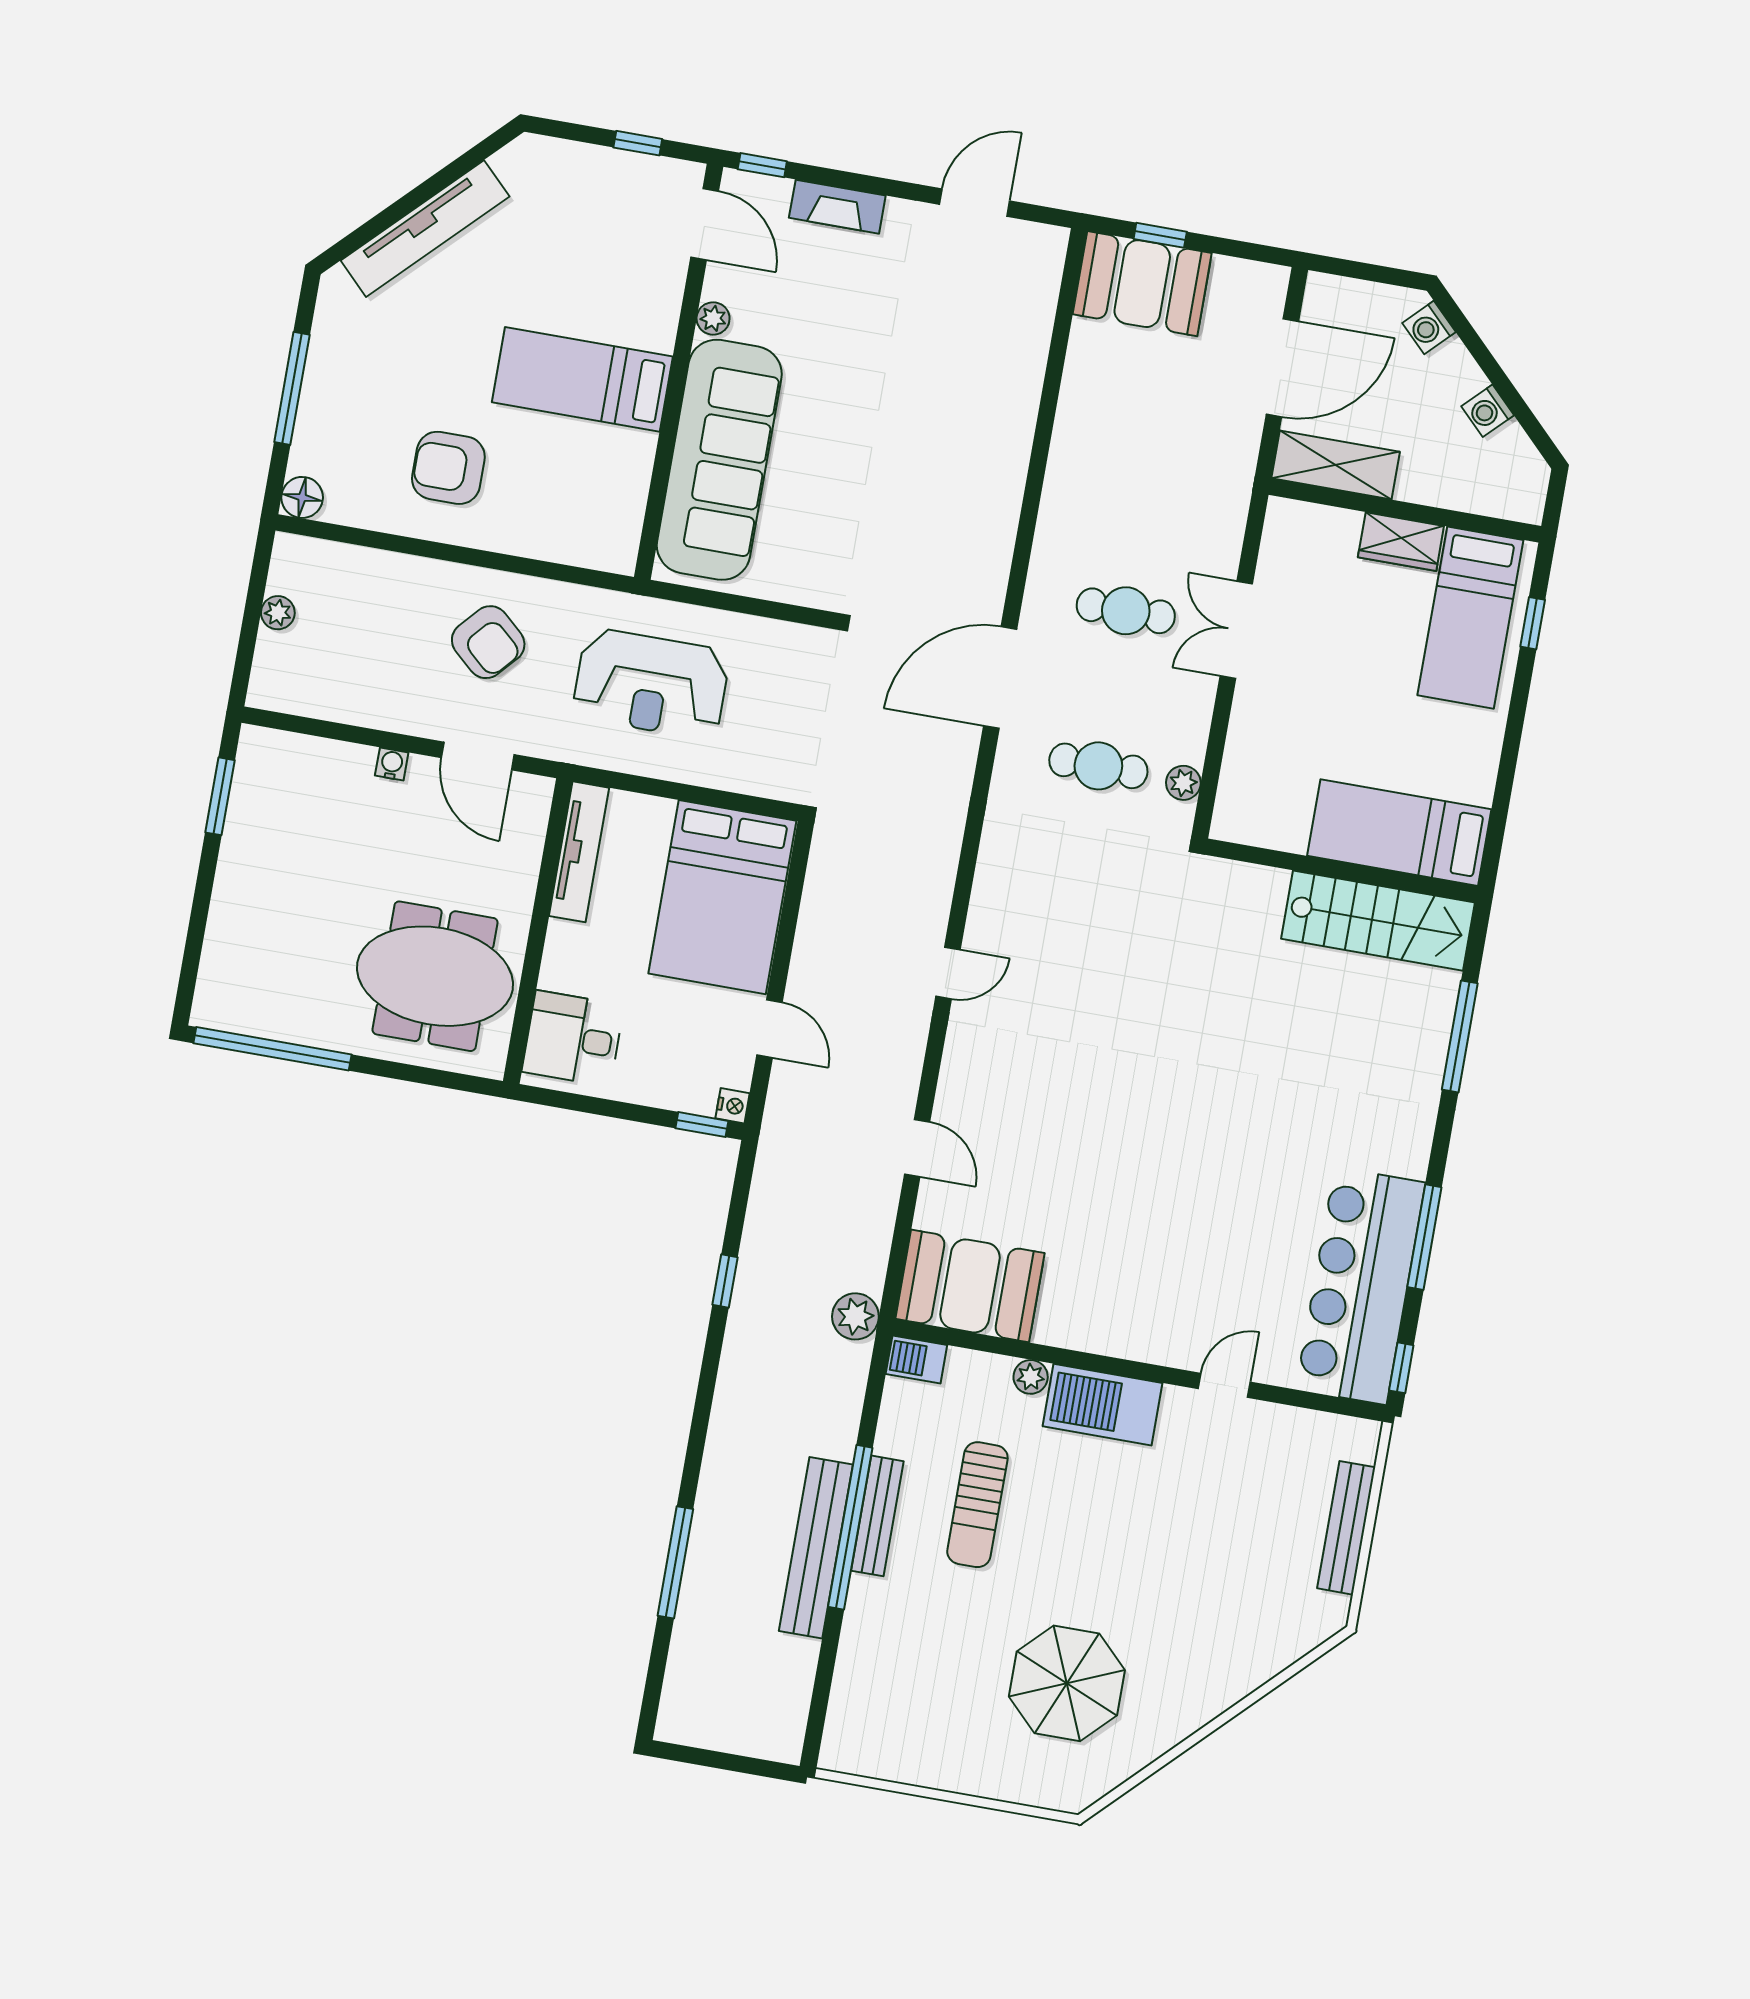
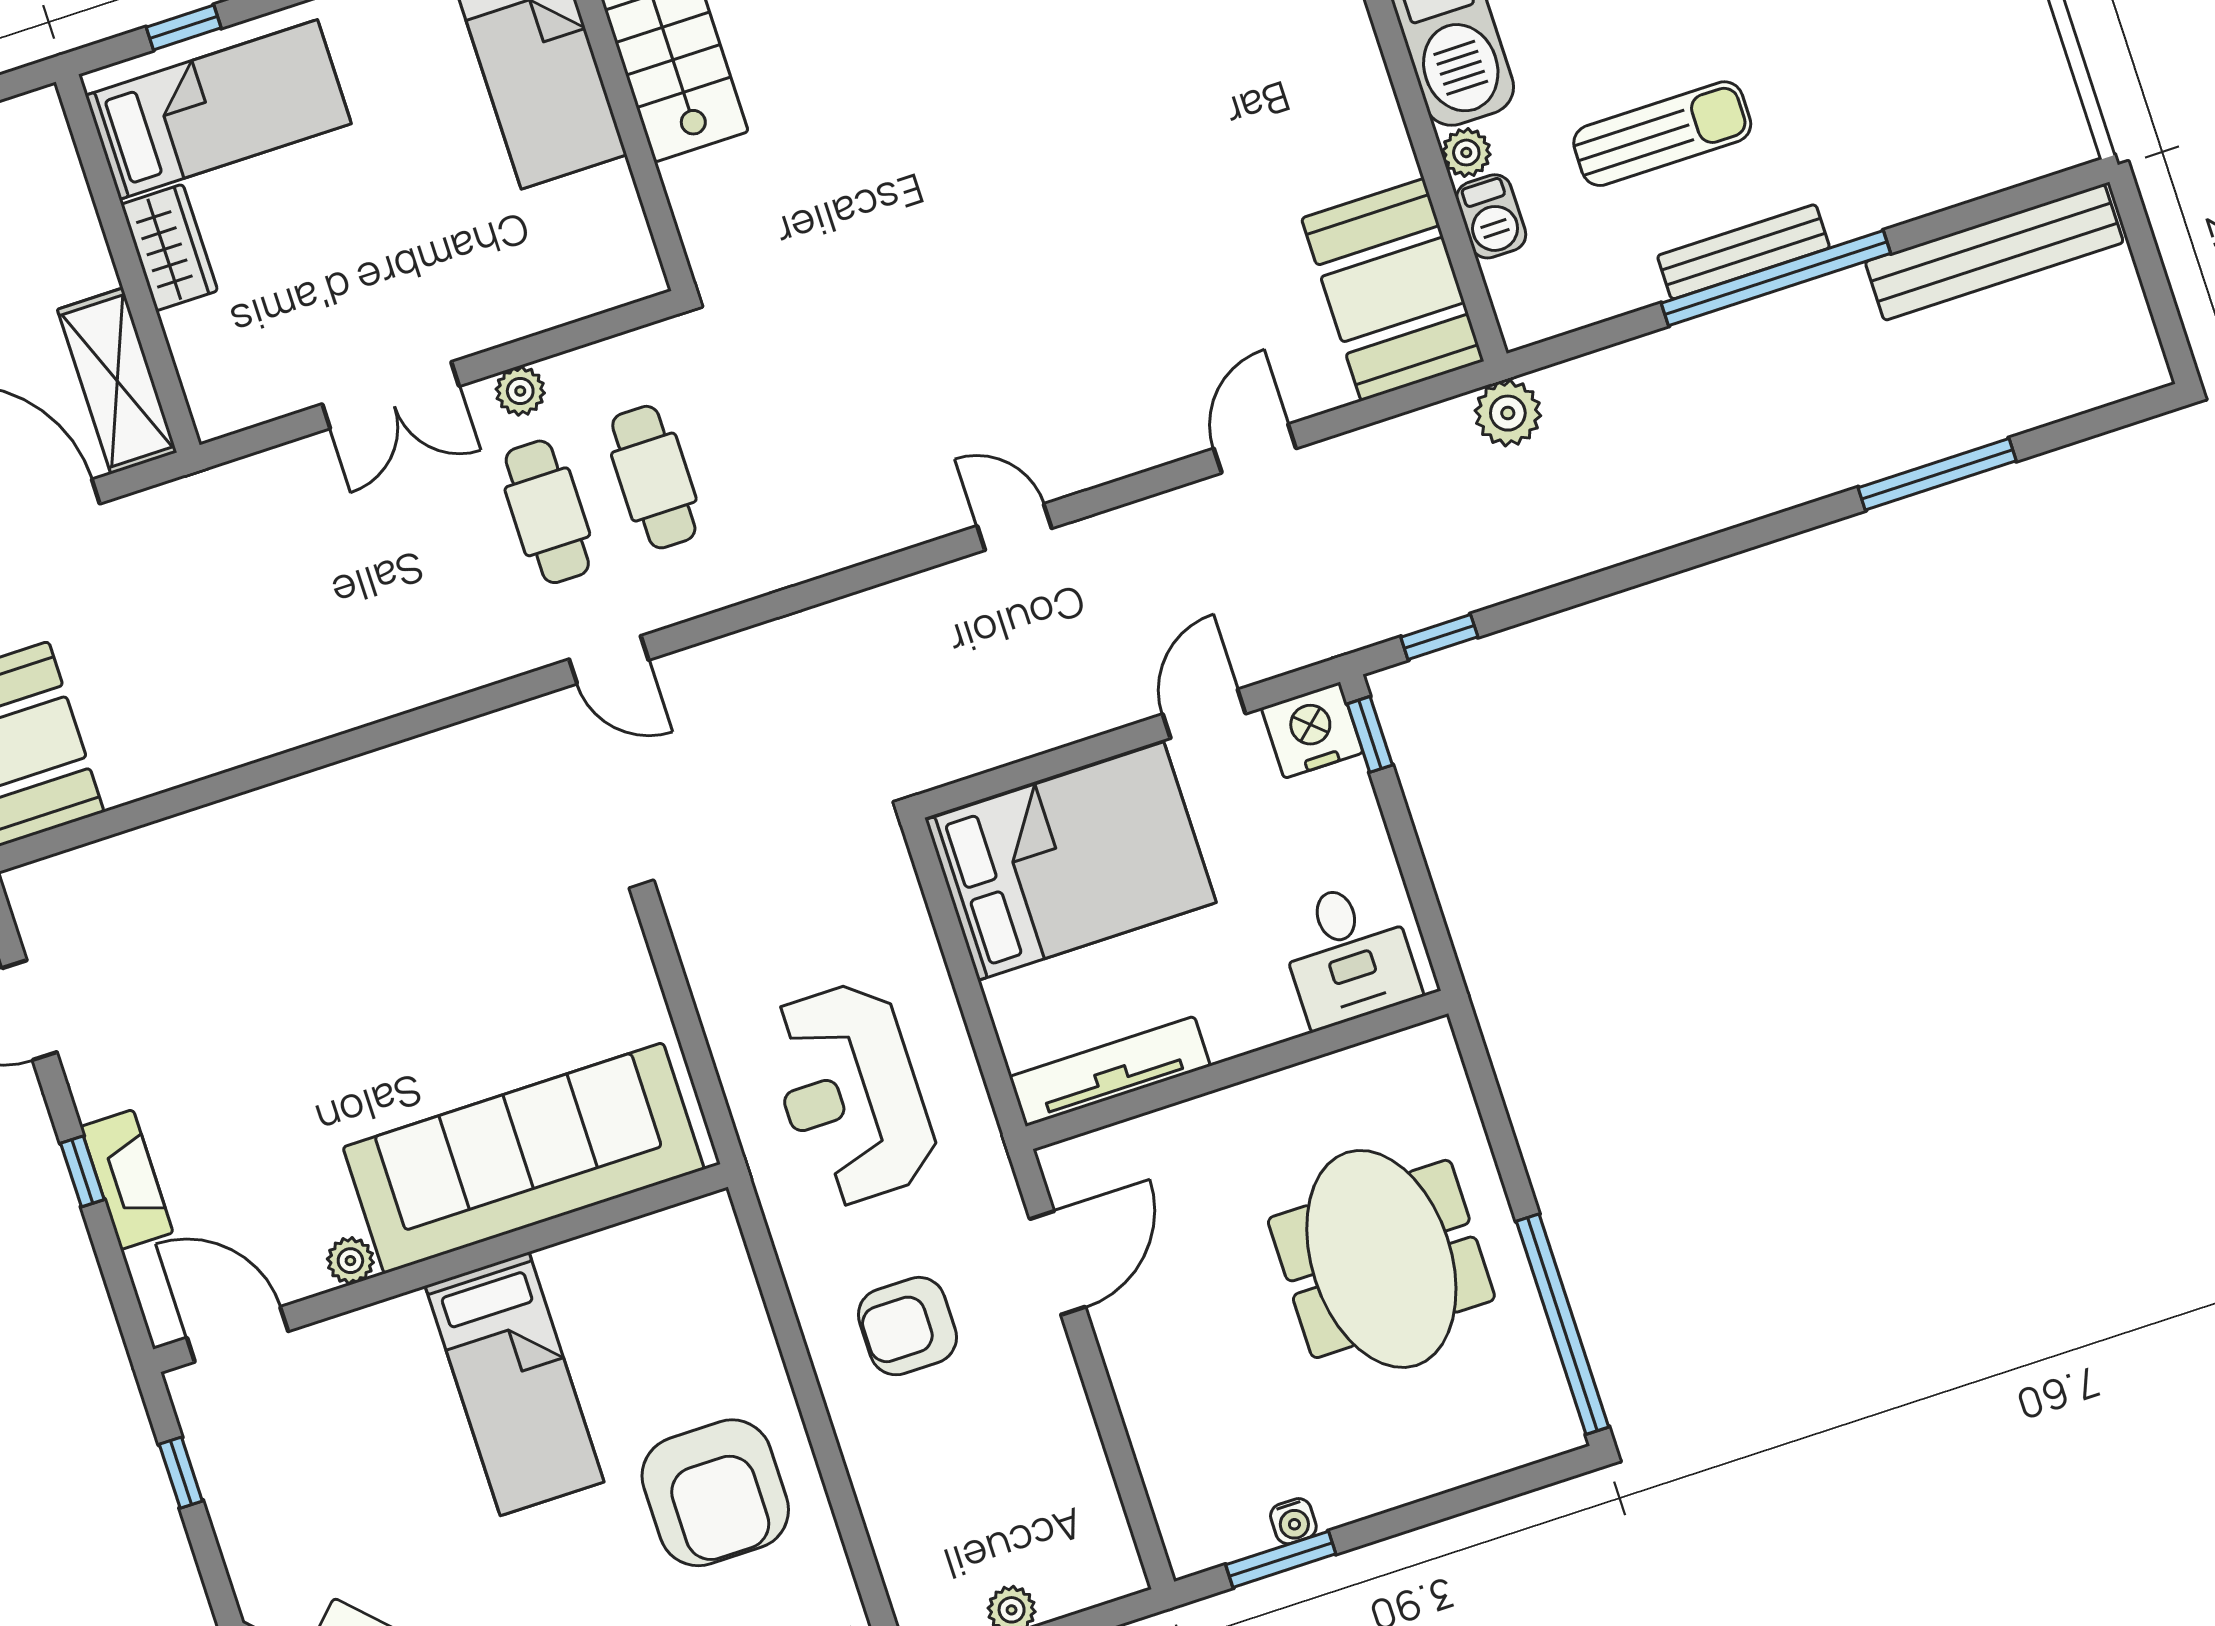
window: (762, 165) -> (82, 1171), moved
door: (705, 224) -> (238, 1334), hinge flipped
armchair: (448, 468) -> (715, 1493), width x1.36, depth x1.36
cafe table: (1126, 611) -> (547, 512), moved
armchair: (488, 642) -> (907, 1326), turned -132
door: (1000, 678) -> (609, 660), width x0.53
reception desk: (651, 684) -> (851, 1094), turned 180
water cooler: (392, 764) -> (1293, 1521), moved, turned -90
plant: (1183, 783) -> (520, 391), moved
meeting table: (435, 976) -> (1381, 1259), moved
nightstand: (733, 1106) -> (1312, 730), width x1.89, depth x1.79
window: (725, 1281) -> (1439, 637), moved
barbecue: (916, 1359) -> (1491, 216), moved
bench: (816, 1548) -> (1994, 252), moved

